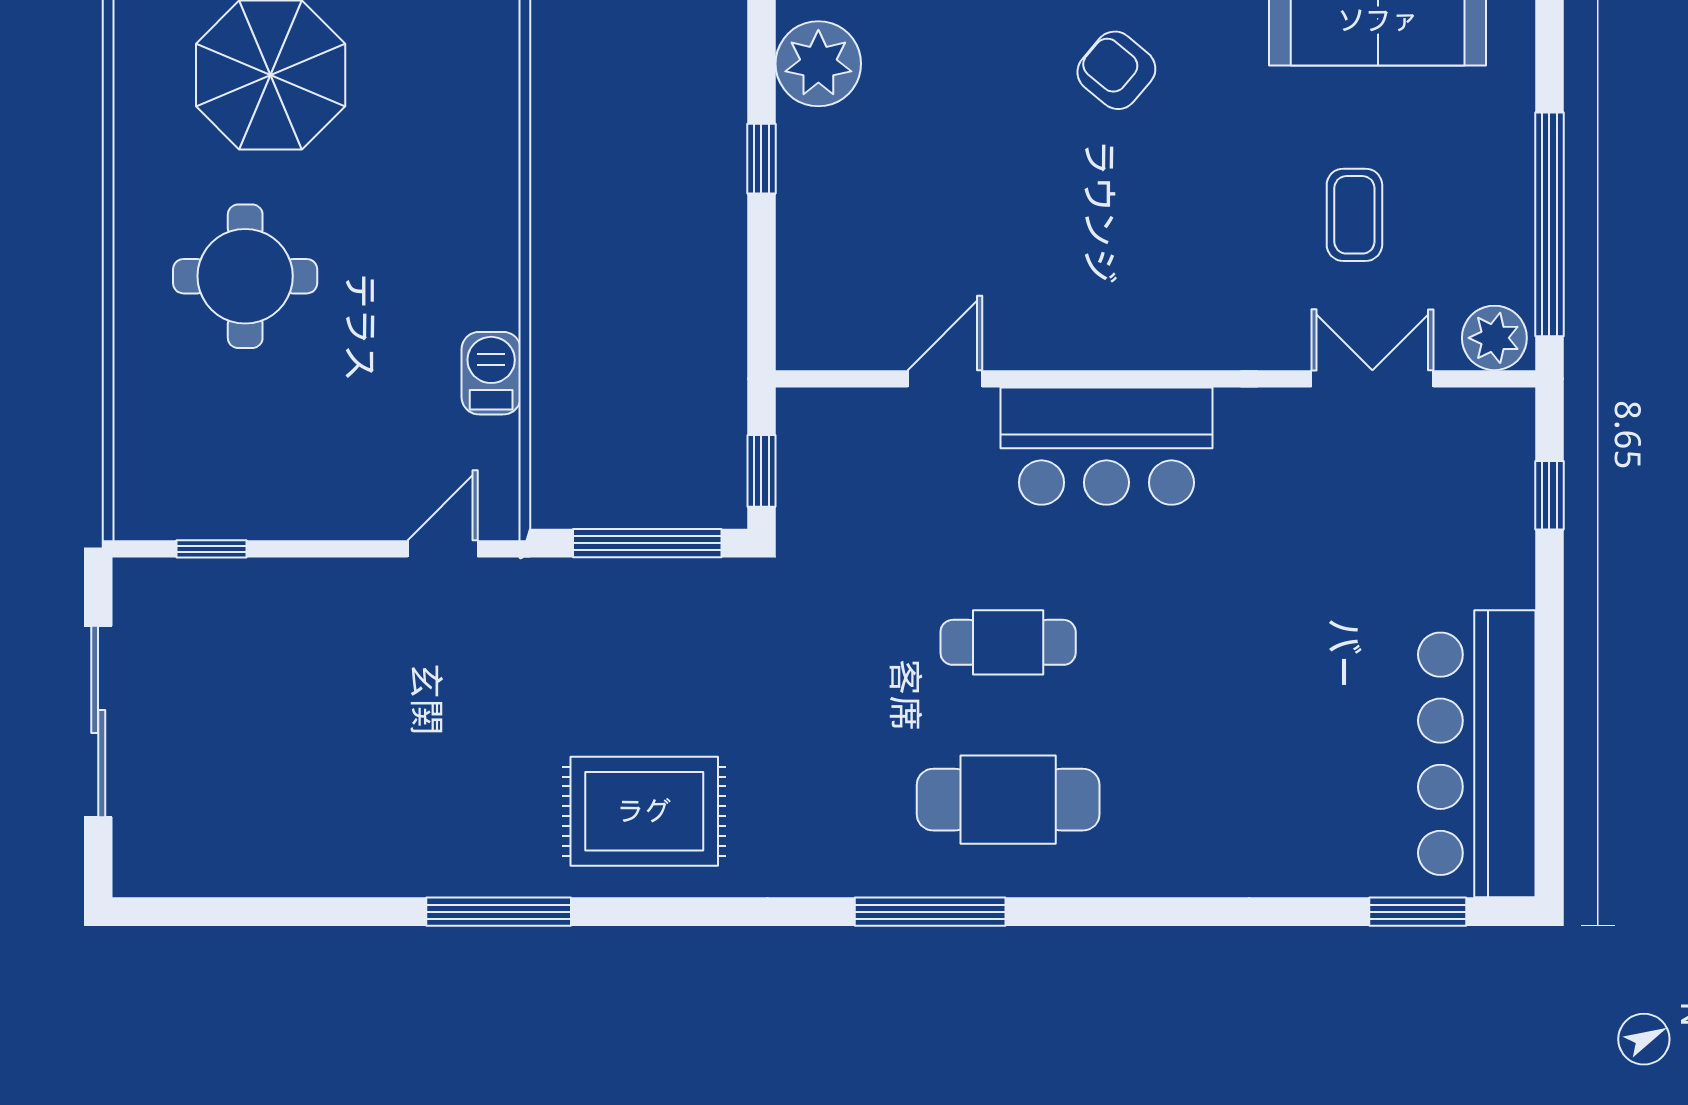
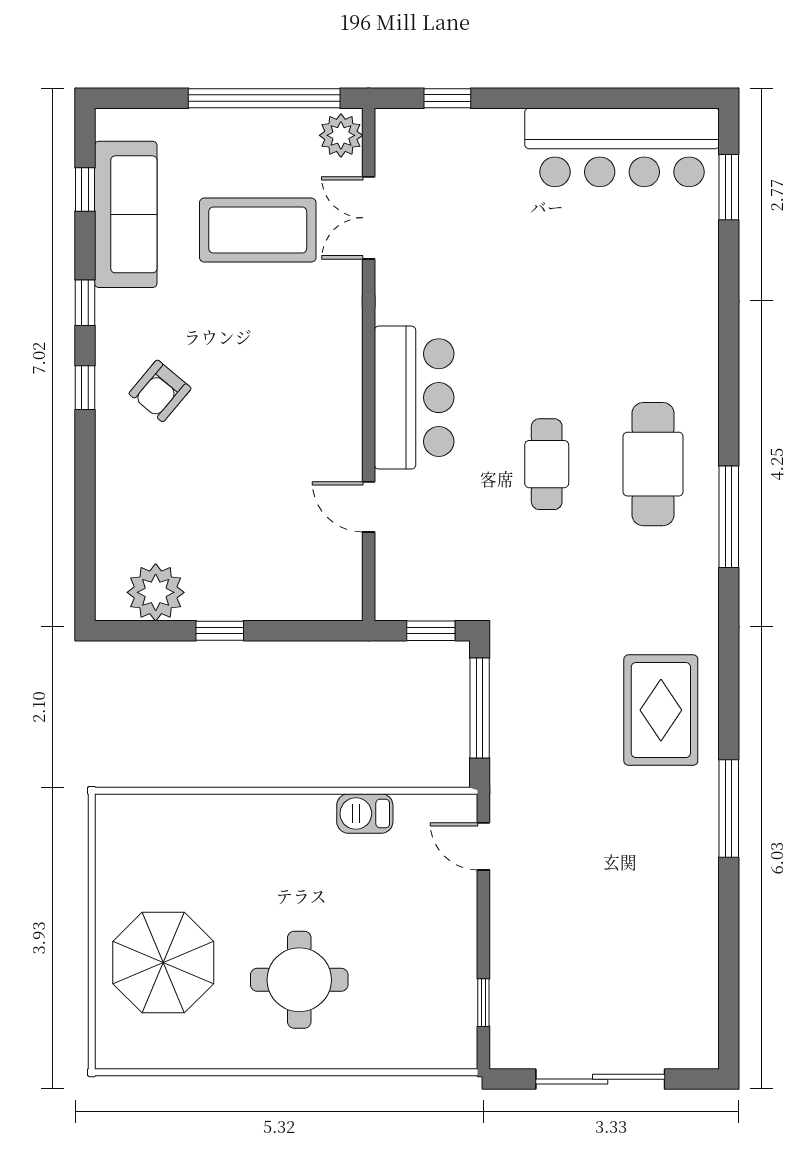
coffee table: (1354, 215) -> (258, 230), width x1.86, depth x1.72

